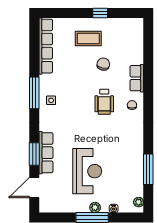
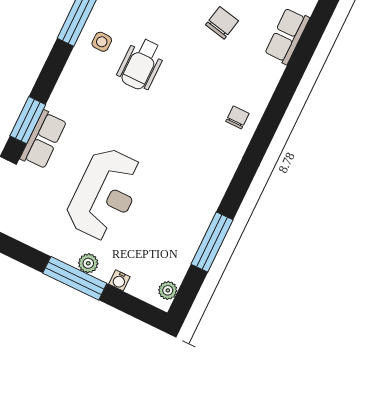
row of seats: (137, 78) -> (287, 36), moved
wheelchair: (104, 102) -> (141, 64), moved
row of seats: (46, 153) -> (43, 140), width x0.68

